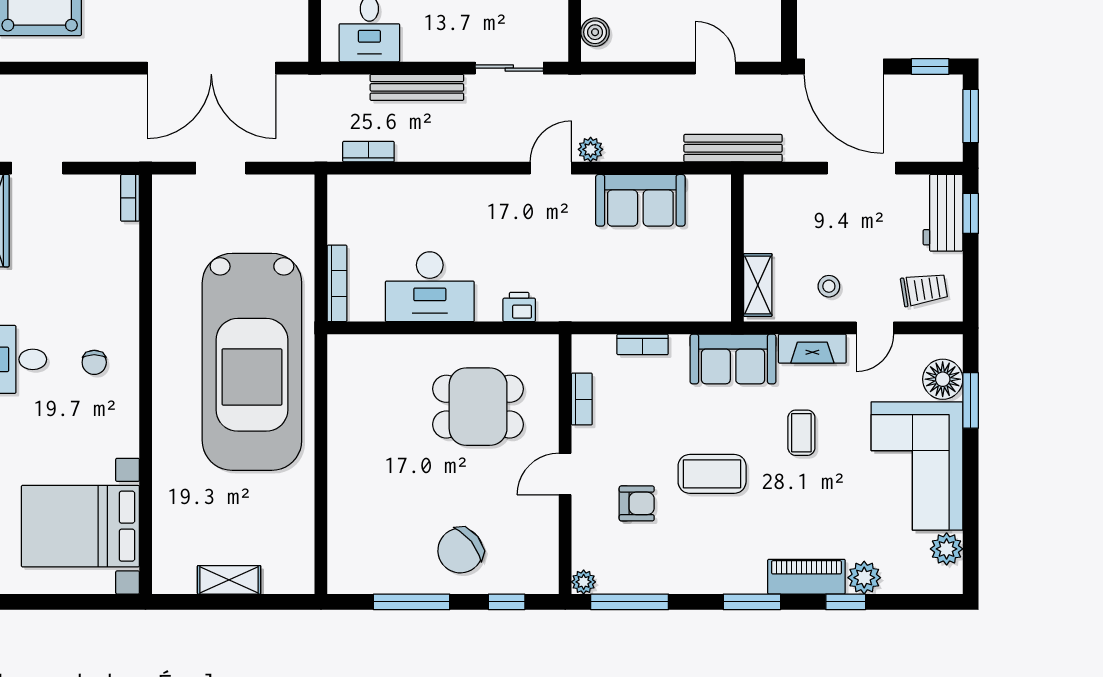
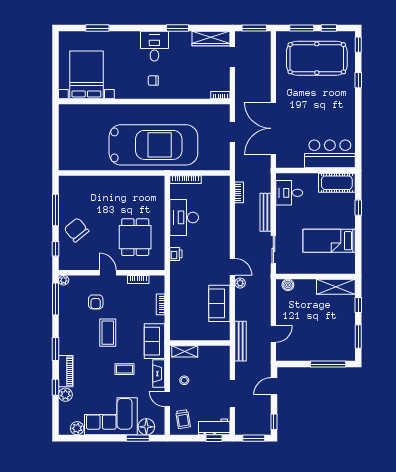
door: (844, 66) -> (274, 386), width x0.53
car: (252, 362) -> (153, 145), turned 180
shelving: (229, 580) -> (65, 136), removed

